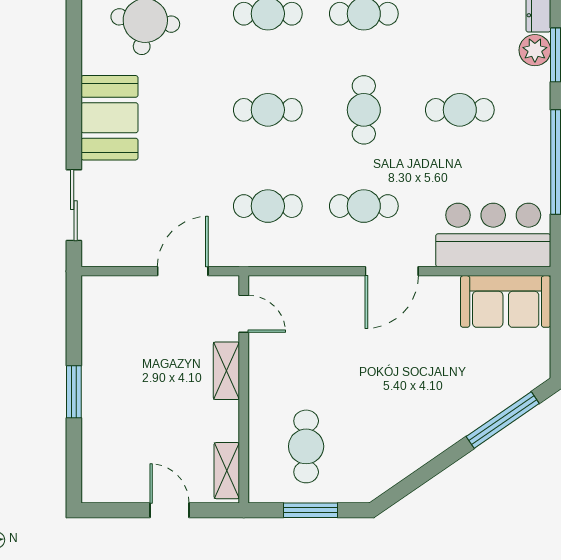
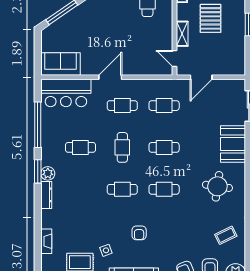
pallet: (161, 406) -> (211, 18), added

